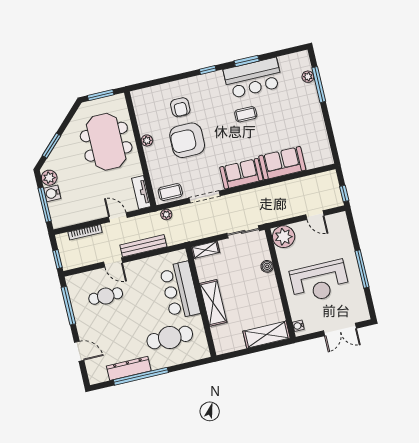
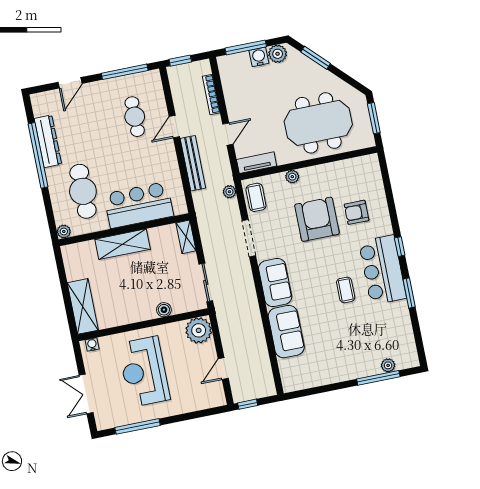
bar counter: (253, 78) -> (382, 270), moved
plant: (147, 140) -> (292, 177), moved
window: (362, 269) -> (138, 426), moved
plant: (204, 353) -> (64, 231), added

